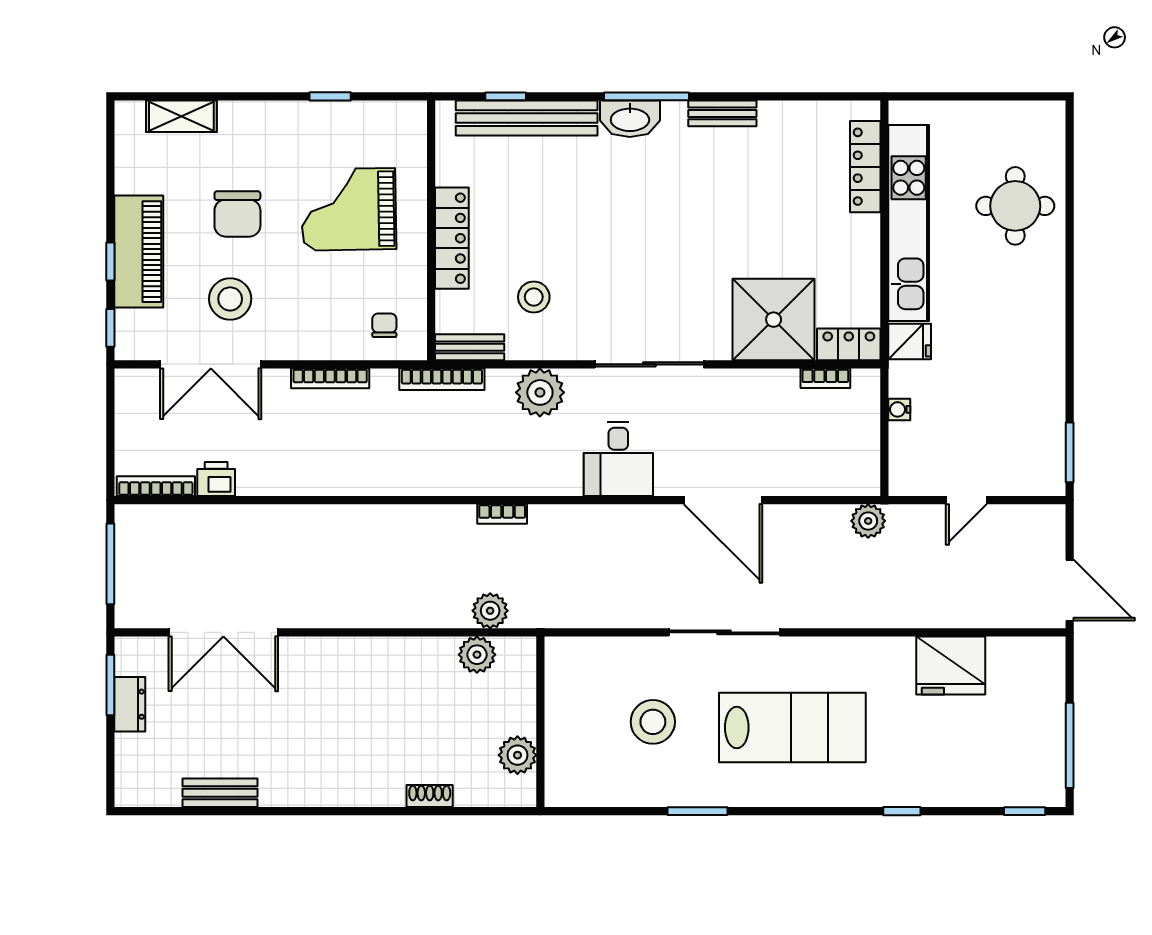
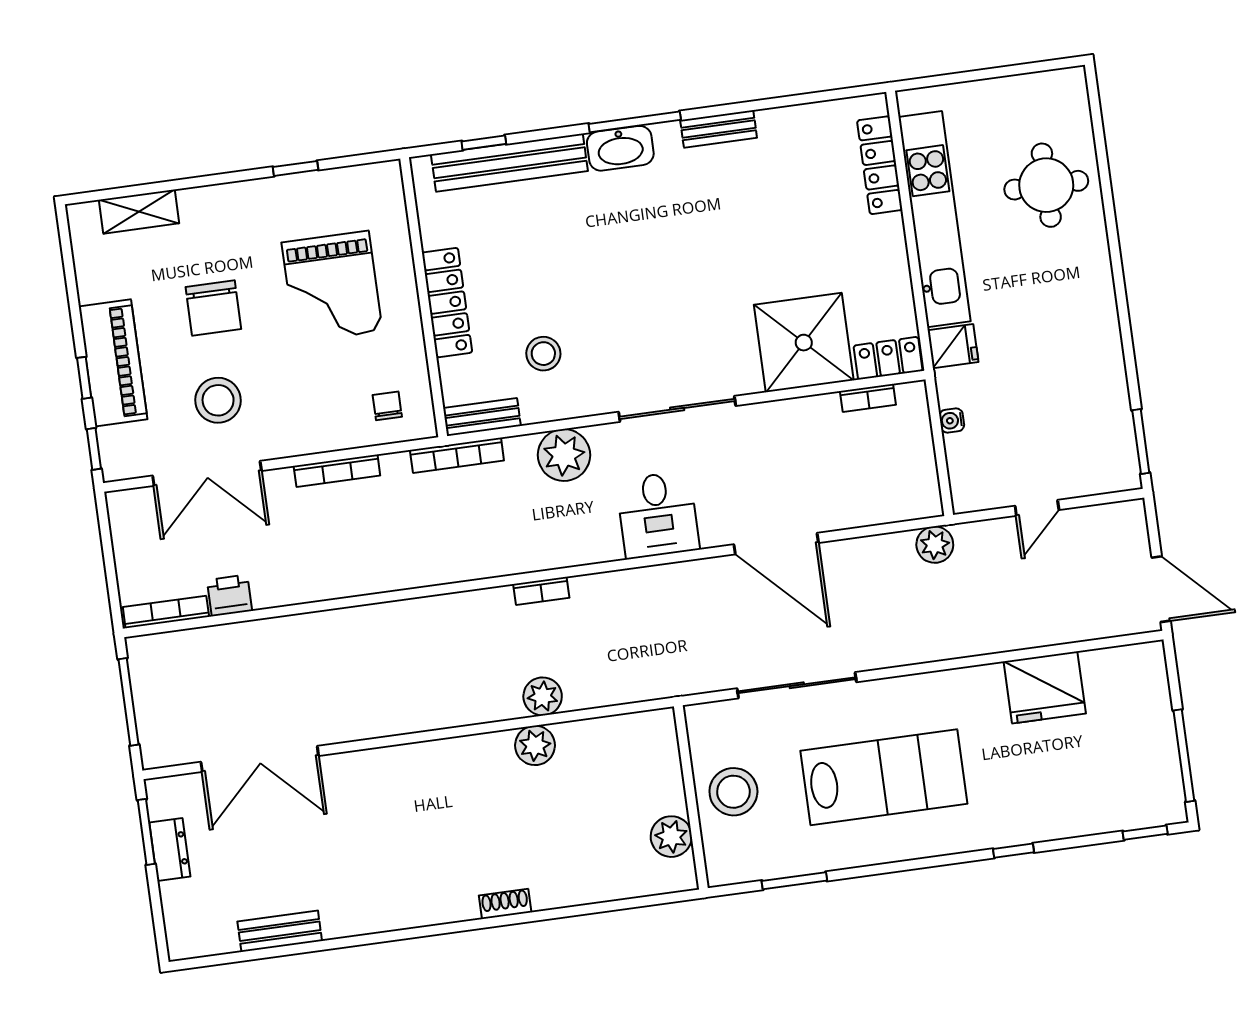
grand piano: (349, 209) -> (332, 287), turned -89
wall: (540, 722) -> (691, 797), moved
plant: (517, 755) -> (671, 837), moved

